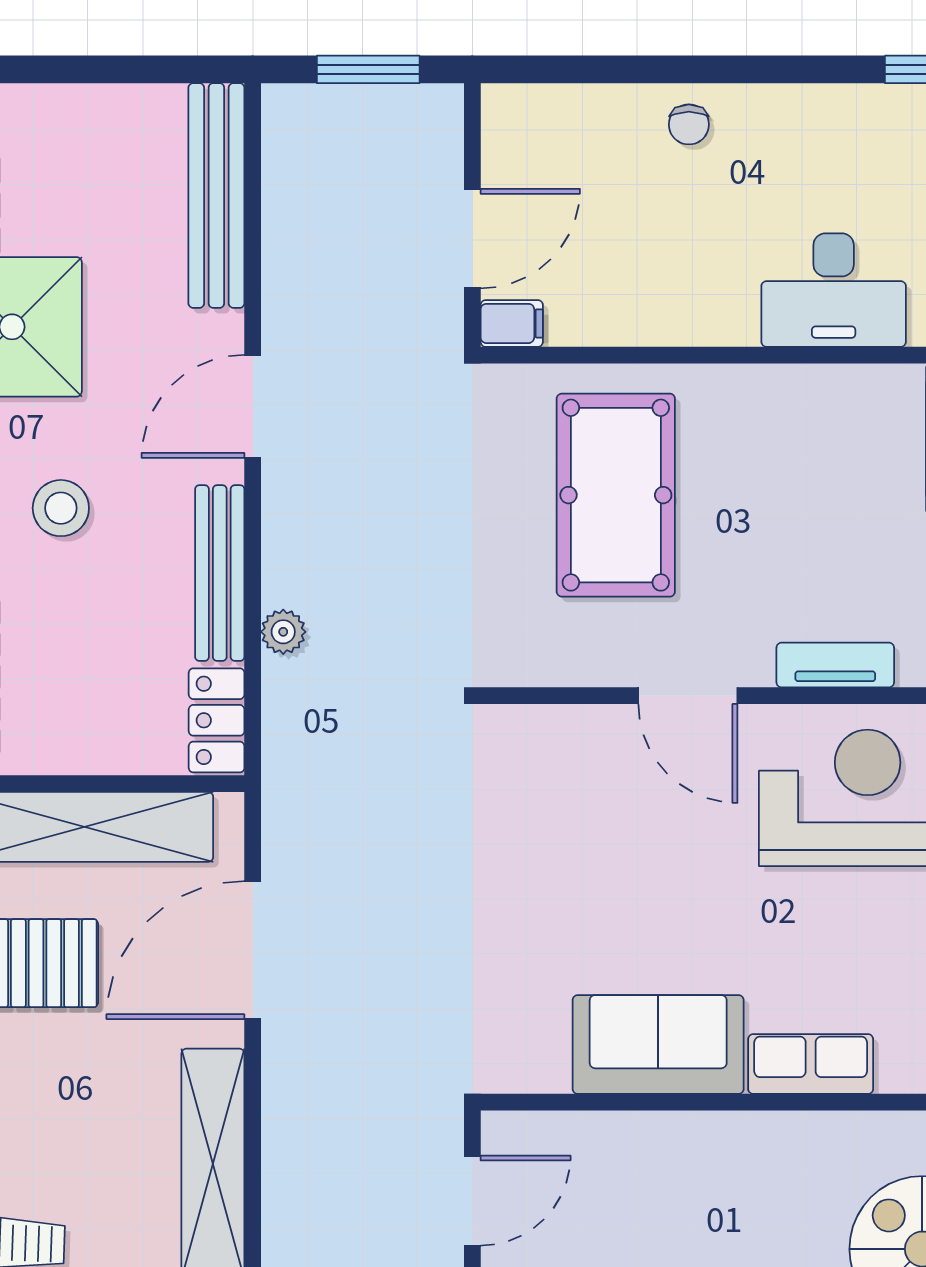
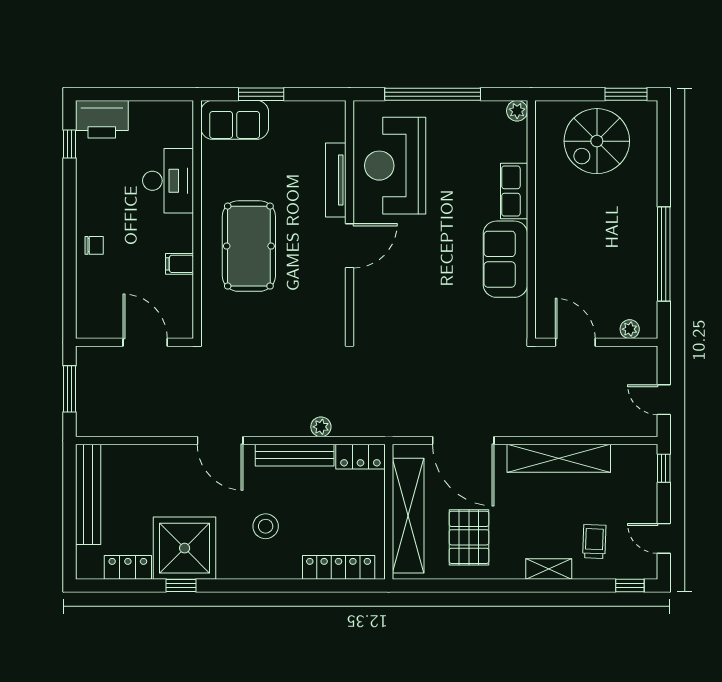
bench: (216, 196) -> (88, 494), moved, turned 90
filing cabinet: (512, 323) -> (180, 264), moved, turned -90
pool table: (616, 495) -> (249, 246), moved, turned 90
tv unit: (835, 665) -> (336, 180), width x1.41

